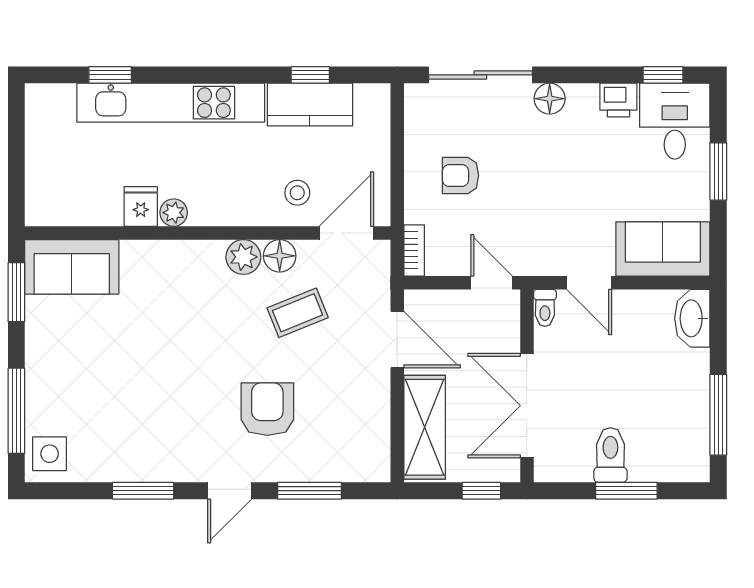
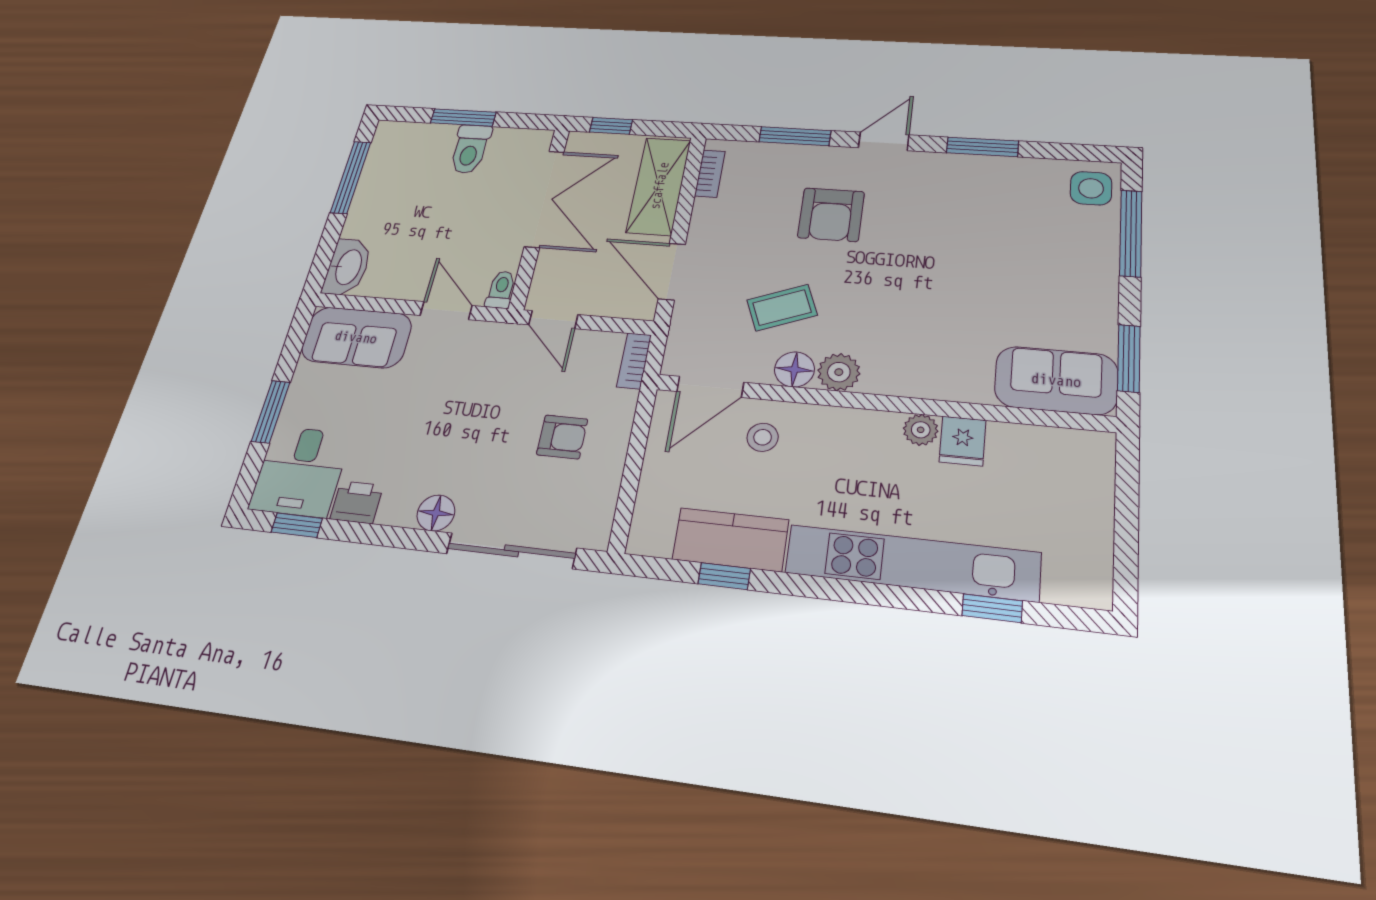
bookcase: (380, 444) -> (710, 174), added

